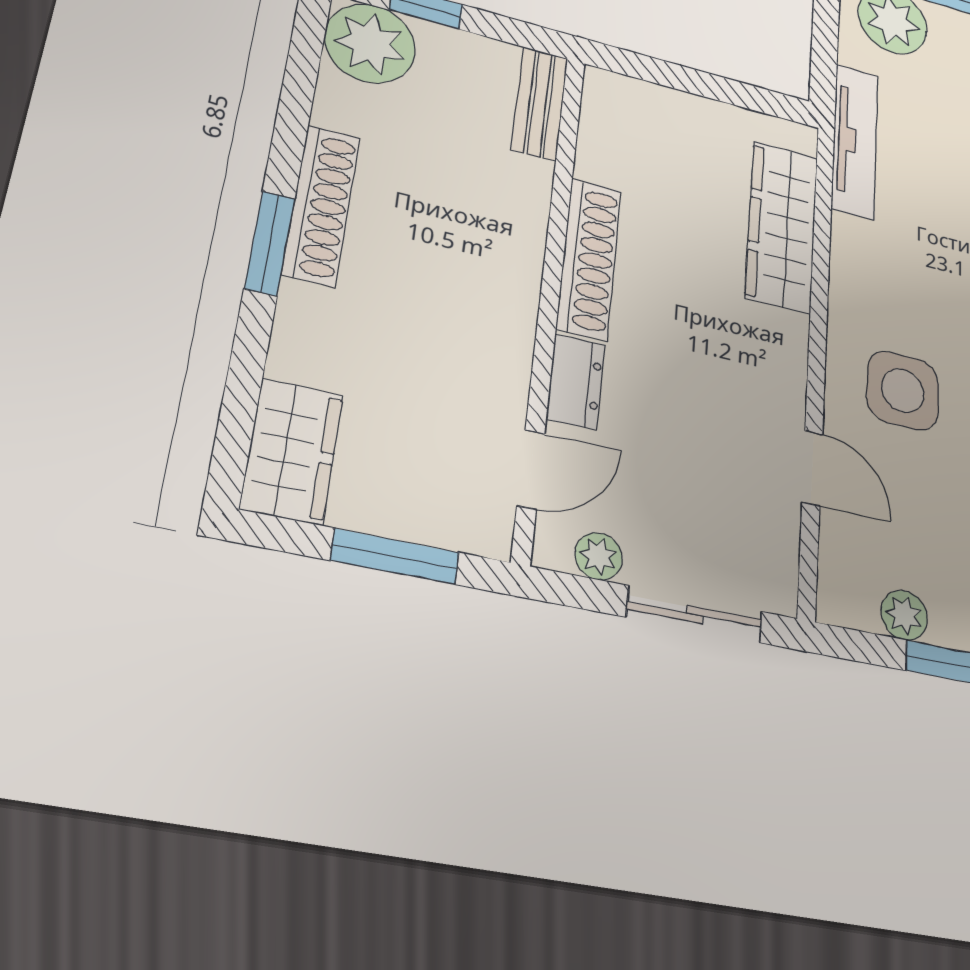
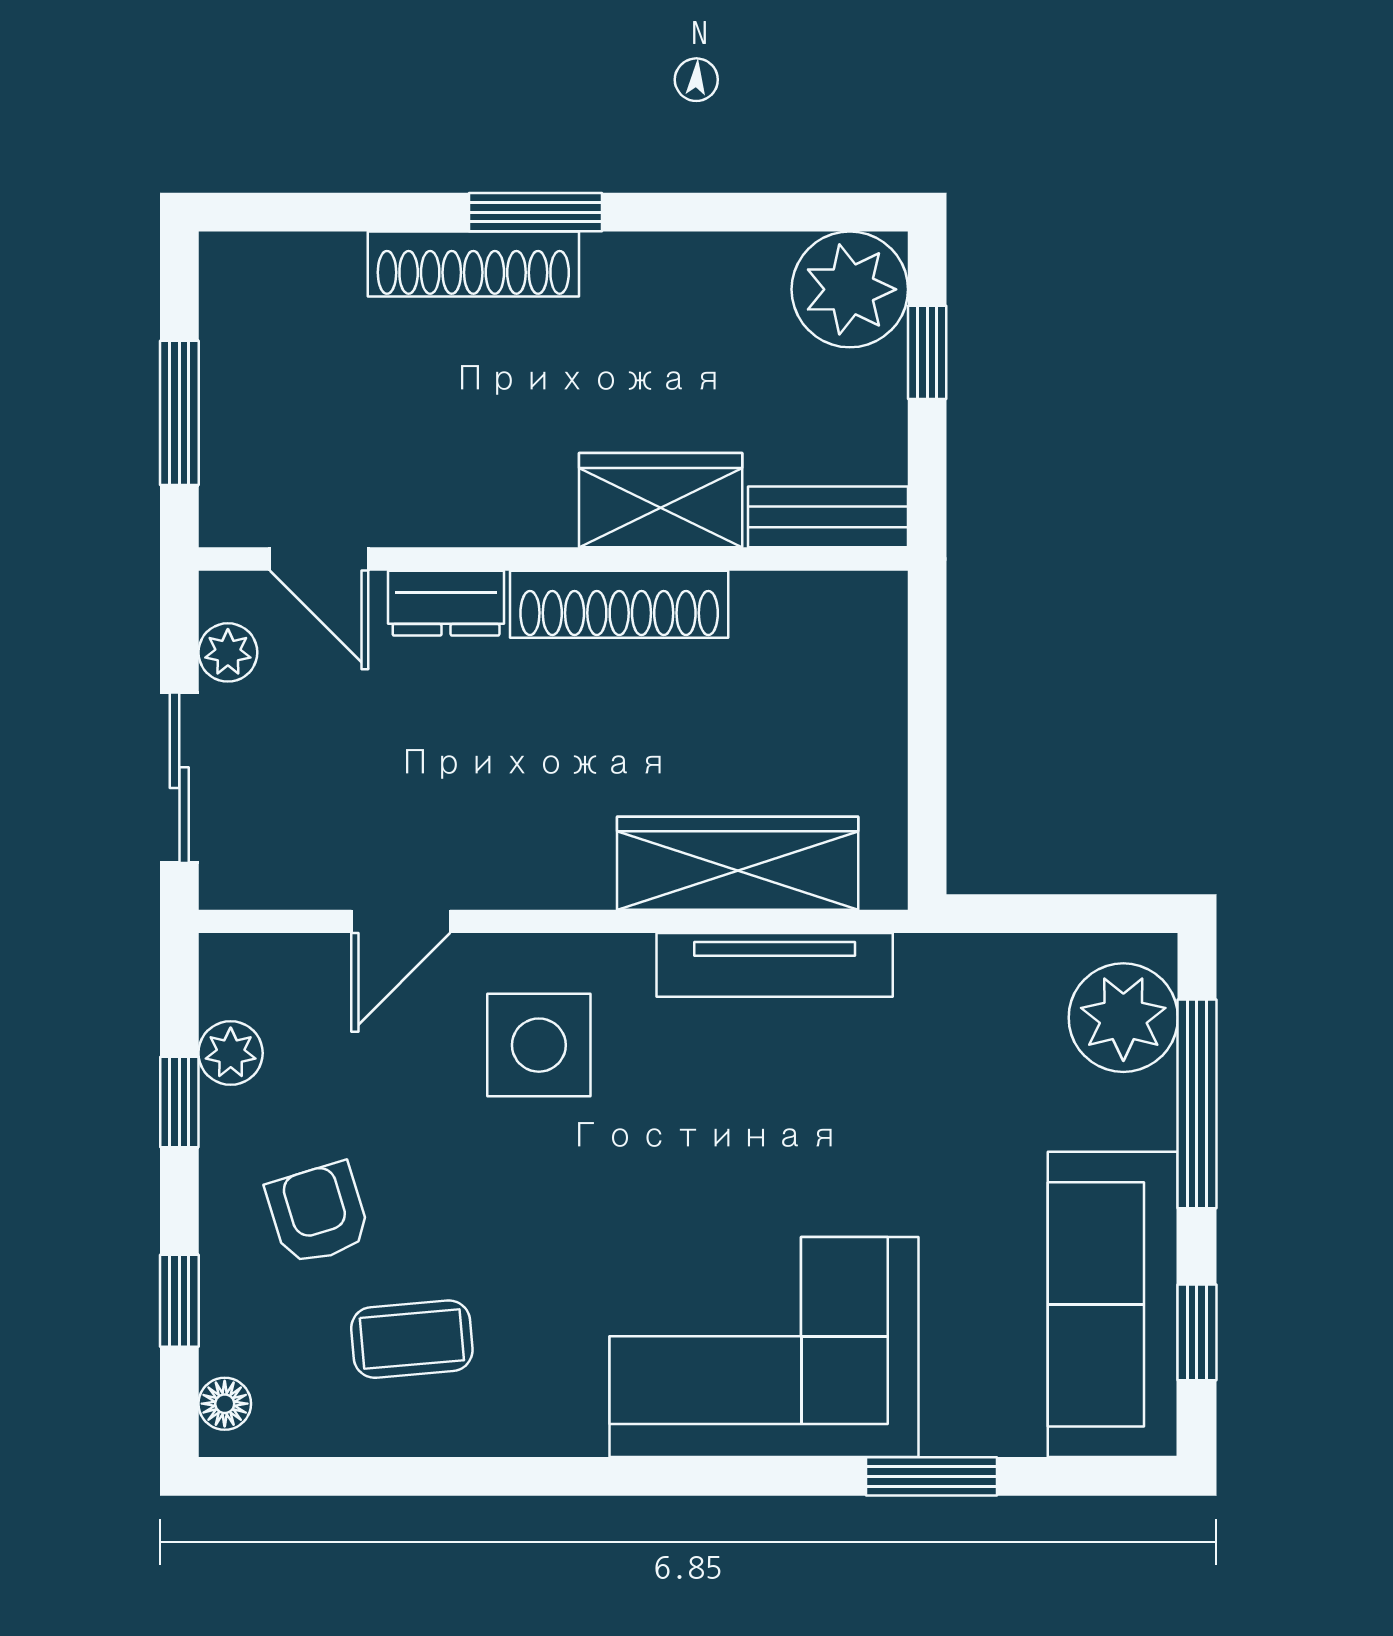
tv unit: (855, 141) -> (775, 965), moved
shoe rack: (321, 205) -> (473, 264), moved
wardrobe: (292, 451) -> (661, 500), moved, turned 180

